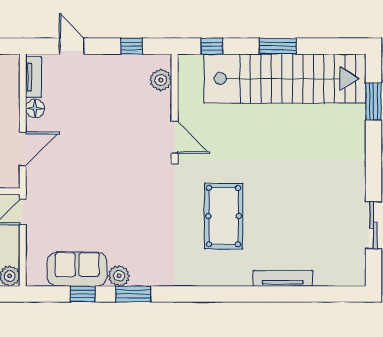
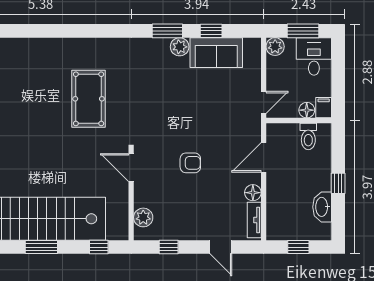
armchair: (107, 143) -> (190, 163), added
tv unit: (283, 278) -> (37, 45), removed

